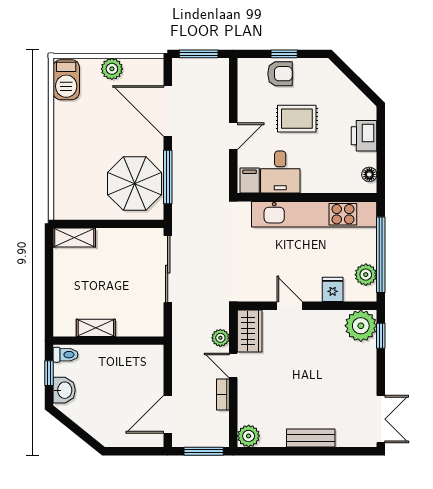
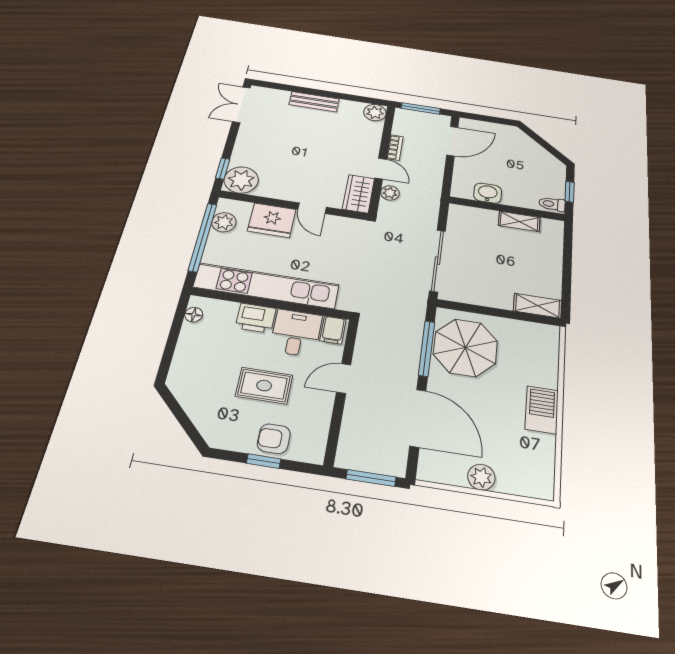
barbecue: (66, 80) -> (542, 410), moved
printer: (364, 136) -> (256, 318), moved, turned 90
fridge: (333, 289) -> (272, 220), width x1.88, depth x1.34
washbasin: (64, 390) -> (488, 193), moved, turned 90

